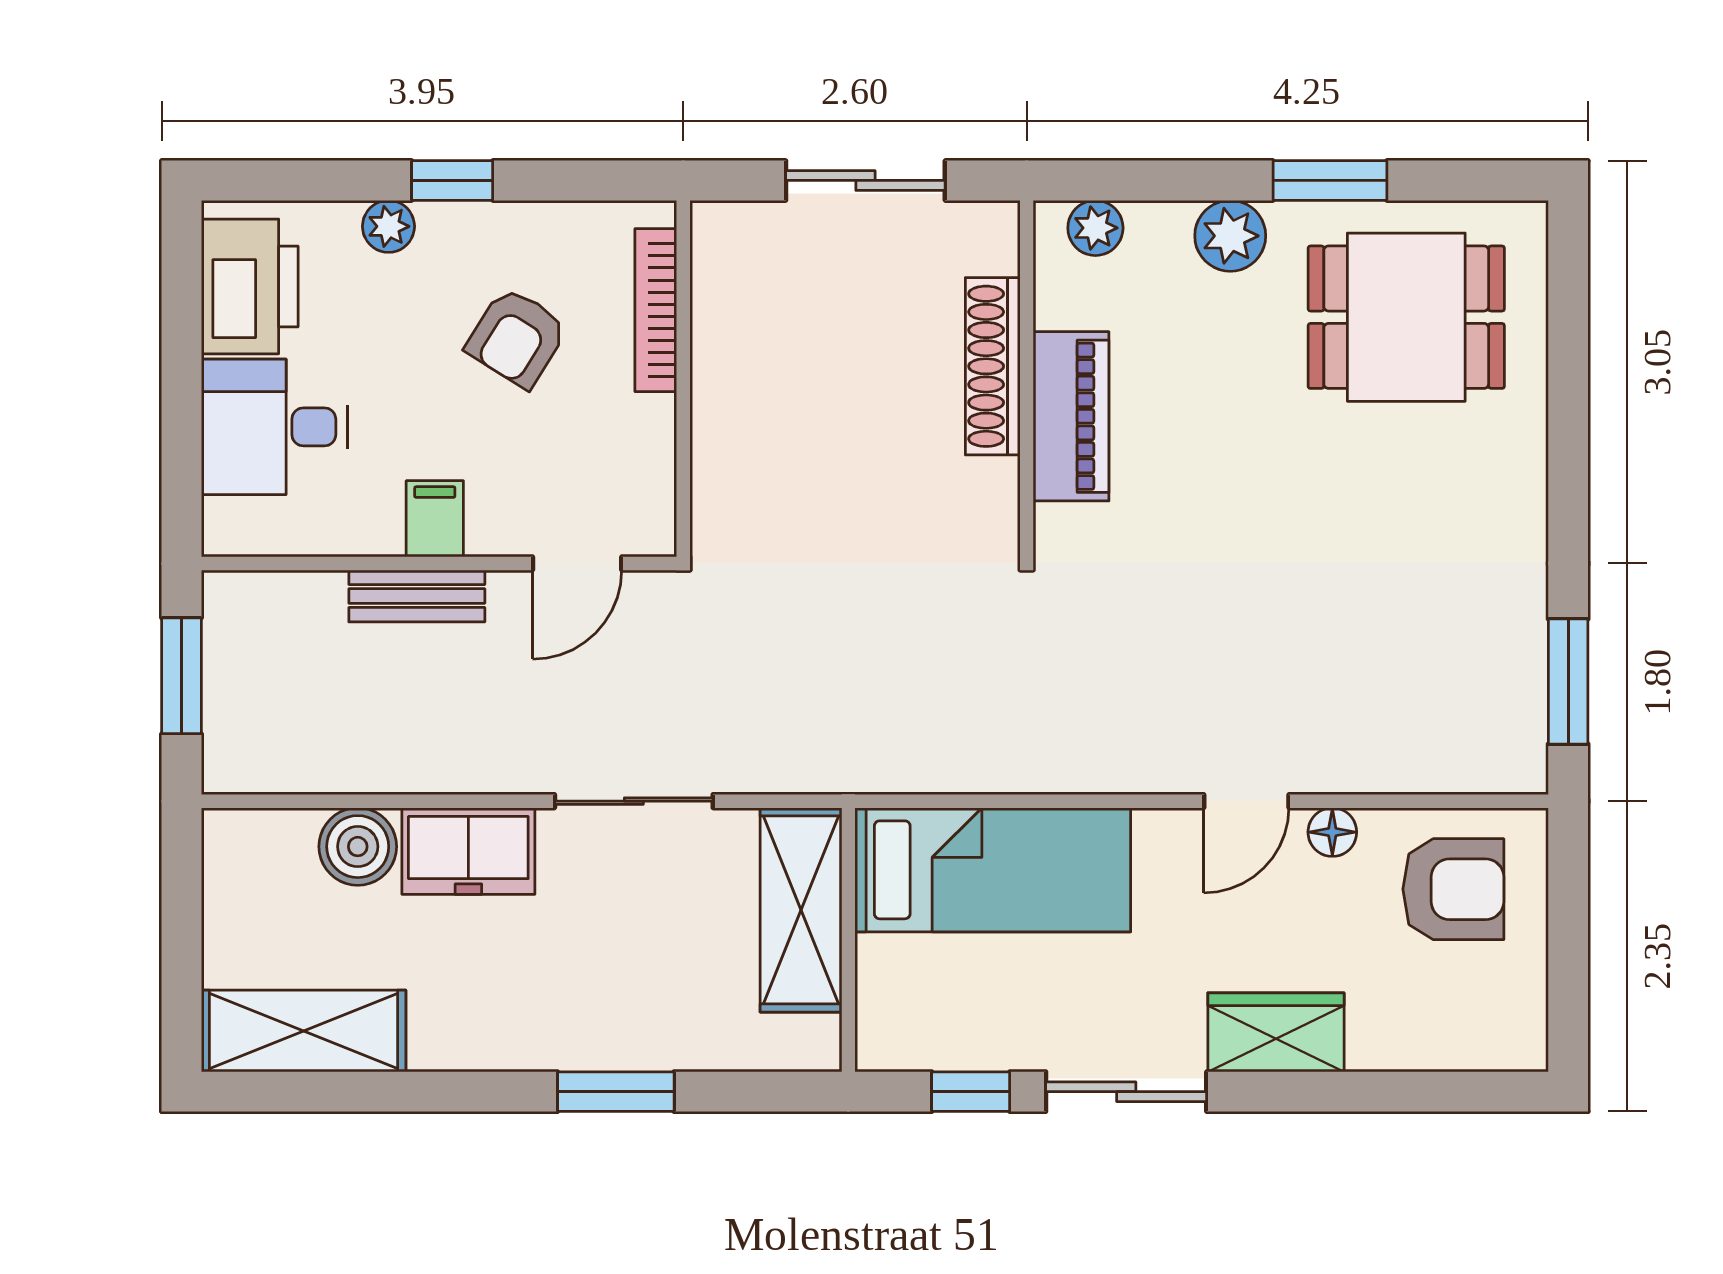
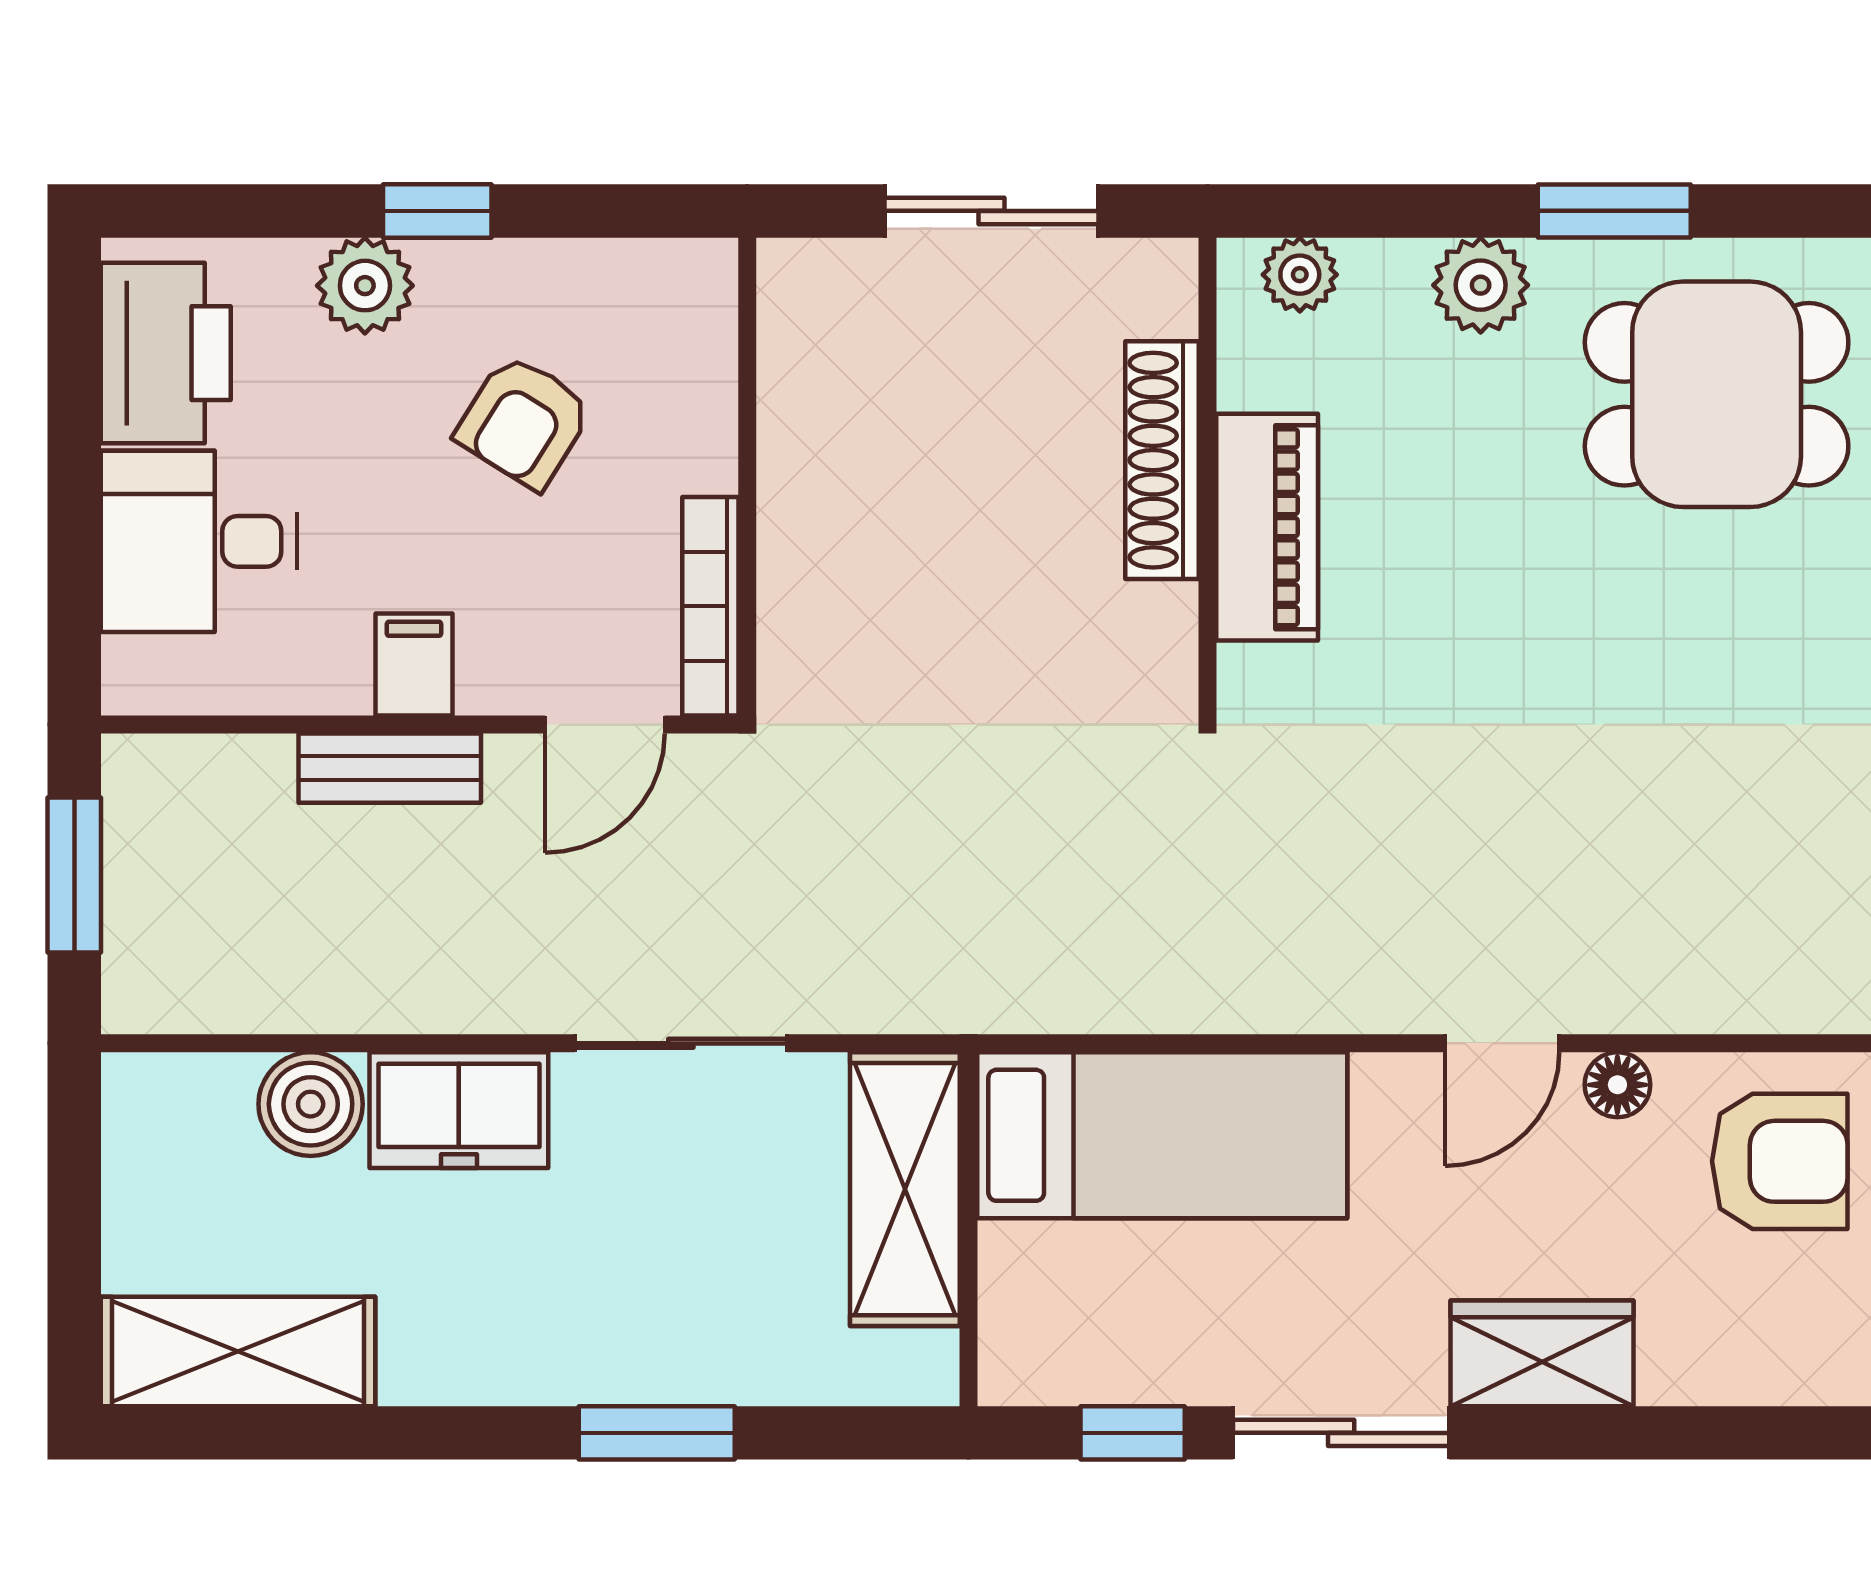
plant: (388, 226) -> (365, 286), width x1.38, depth x1.38
bookcase: (656, 310) -> (710, 606), moved

